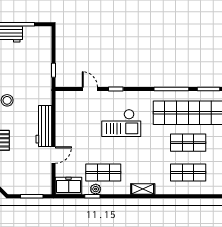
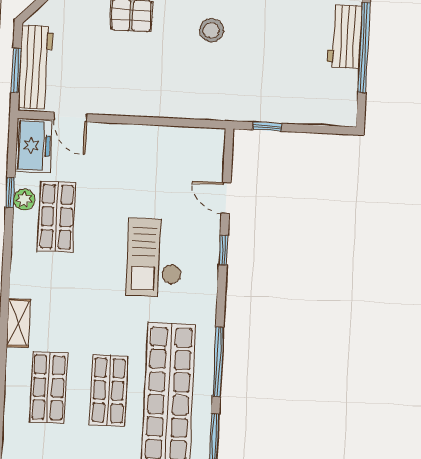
door: (90, 89) -> (226, 198), swing flipped
workbench: (44, 126) -> (36, 67), moved, turned 90
door: (53, 155) -> (70, 117), moved
shelving: (143, 189) -> (18, 323), moved

